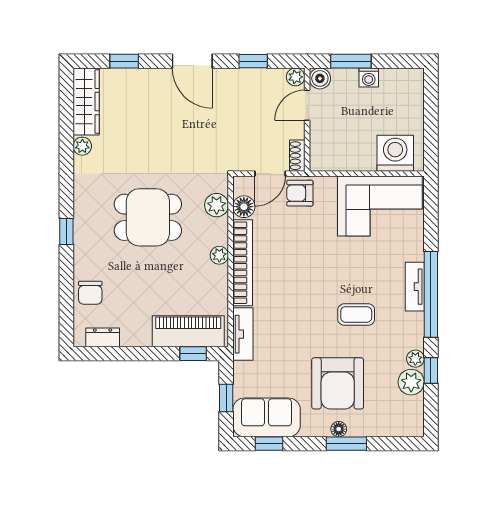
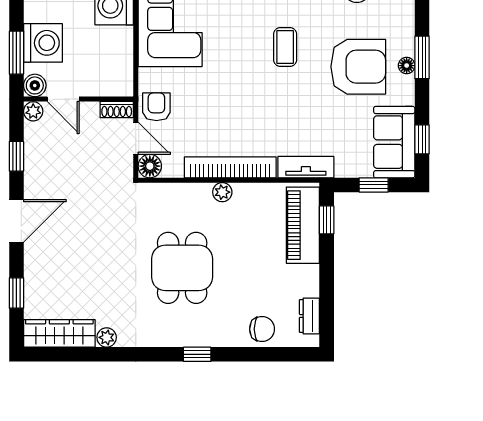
washing machine: (369, 78) -> (43, 43), width x1.89, depth x1.89
armchair: (300, 193) -> (156, 107), turned 180
plant: (217, 205) -> (169, 195), removed
floor lamp: (244, 207) -> (150, 166), moved

